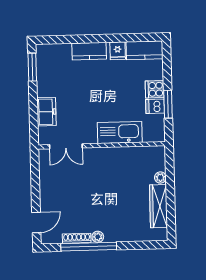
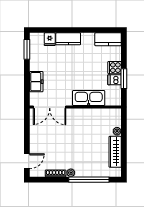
fridge: (118, 51) -> (50, 39), moved
double door: (66, 146) -> (50, 107), width x1.37
window: (89, 247) -> (89, 180), moved

